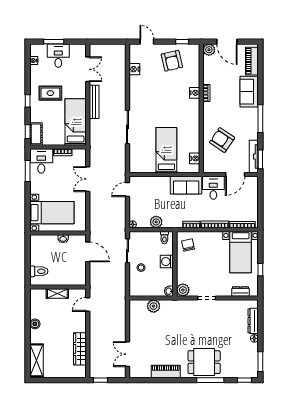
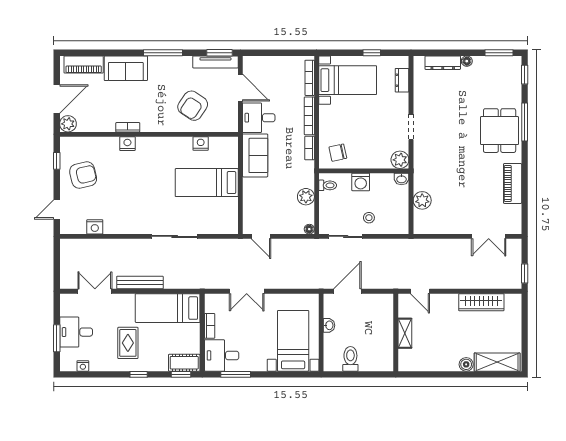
nightstand: (195, 158) -> (201, 144), moved
toilet: (39, 271) -> (350, 359), moved
boiler: (35, 324) -> (466, 364), moved

